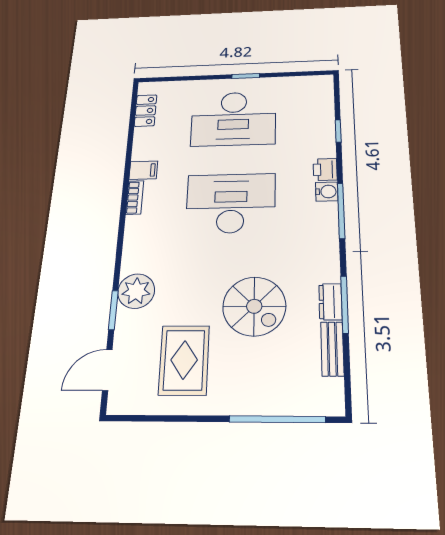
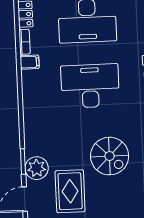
bookcase: (135, 197) -> (25, 42), moved
plant: (136, 291) -> (37, 168), moved

